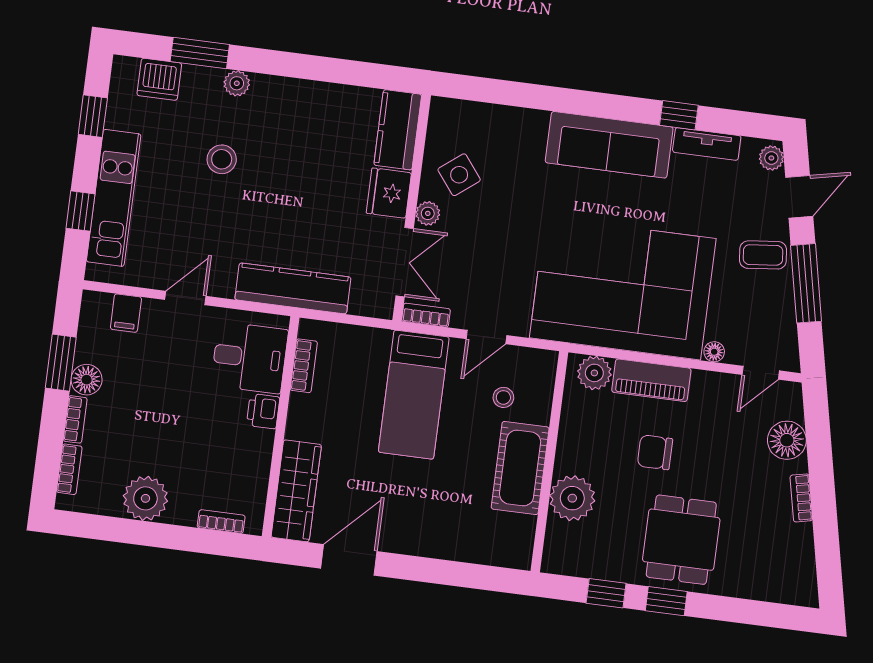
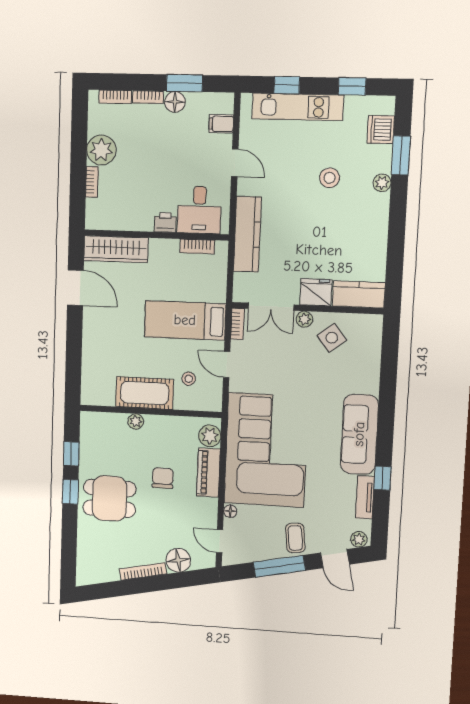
plant: (572, 498) -> (136, 421), width x0.53, depth x0.53
bookcase: (801, 498) -> (143, 571), width x1.56
bookcase: (221, 522) -> (92, 182), moved

